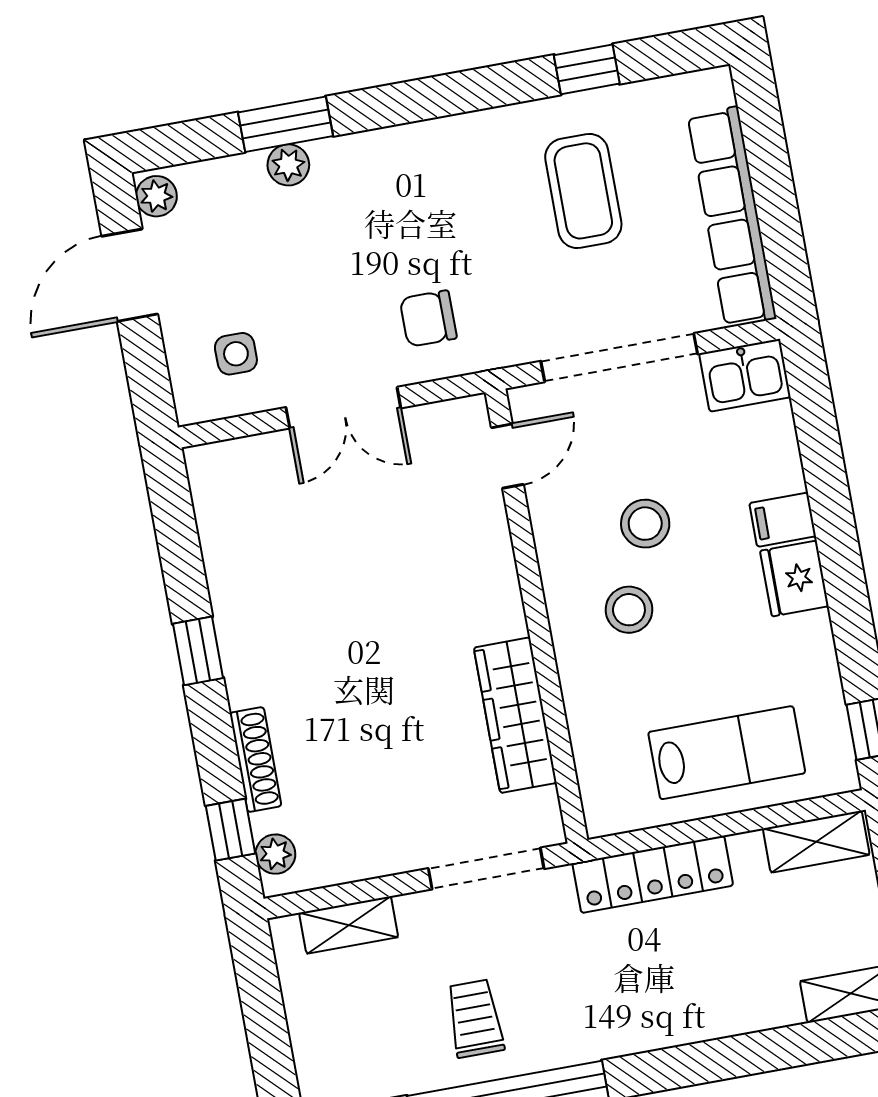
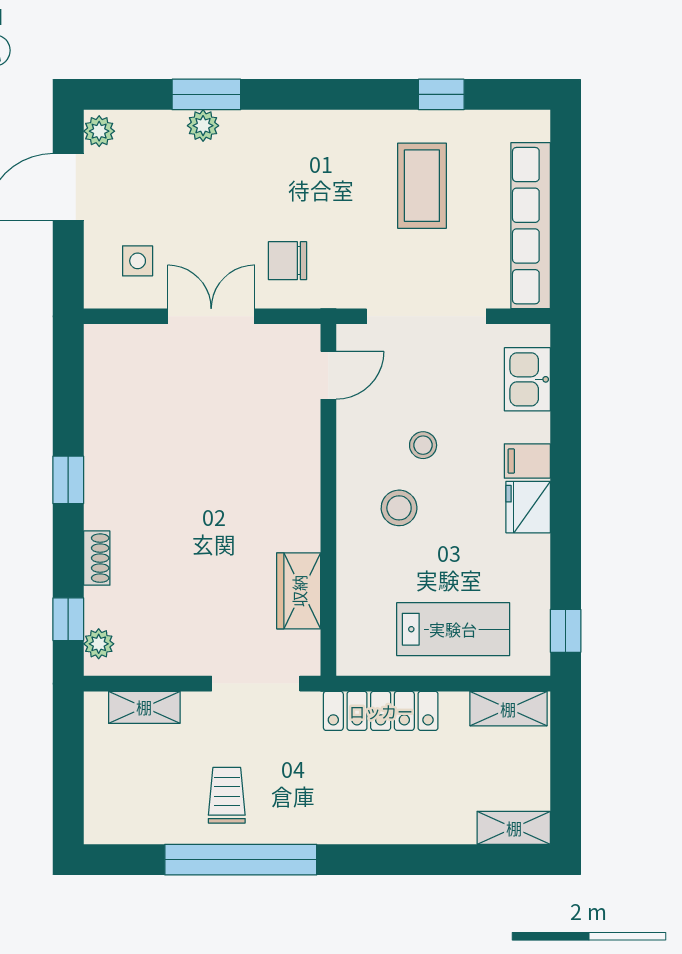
kitchen sink: (745, 375) -> (527, 379), moved, turned 90
double door: (343, 408) -> (211, 316), swing flipped
stool: (645, 524) -> (423, 445), width x0.73, depth x0.73
wardrobe: (515, 715) -> (299, 591), width x0.67
shoe rack: (256, 760) -> (97, 558), width x0.70

